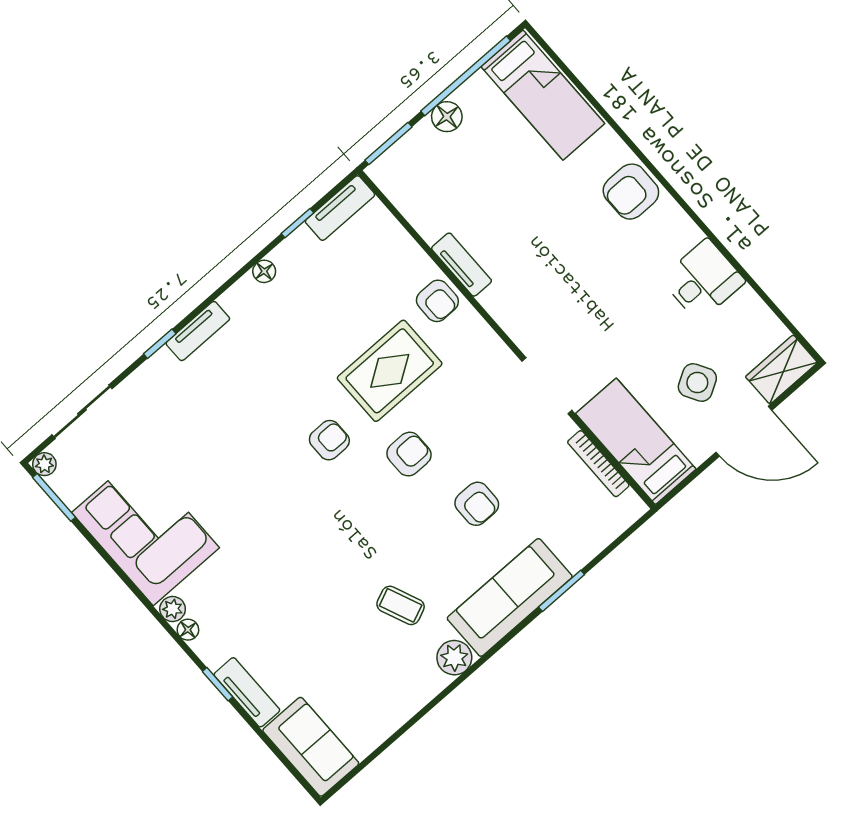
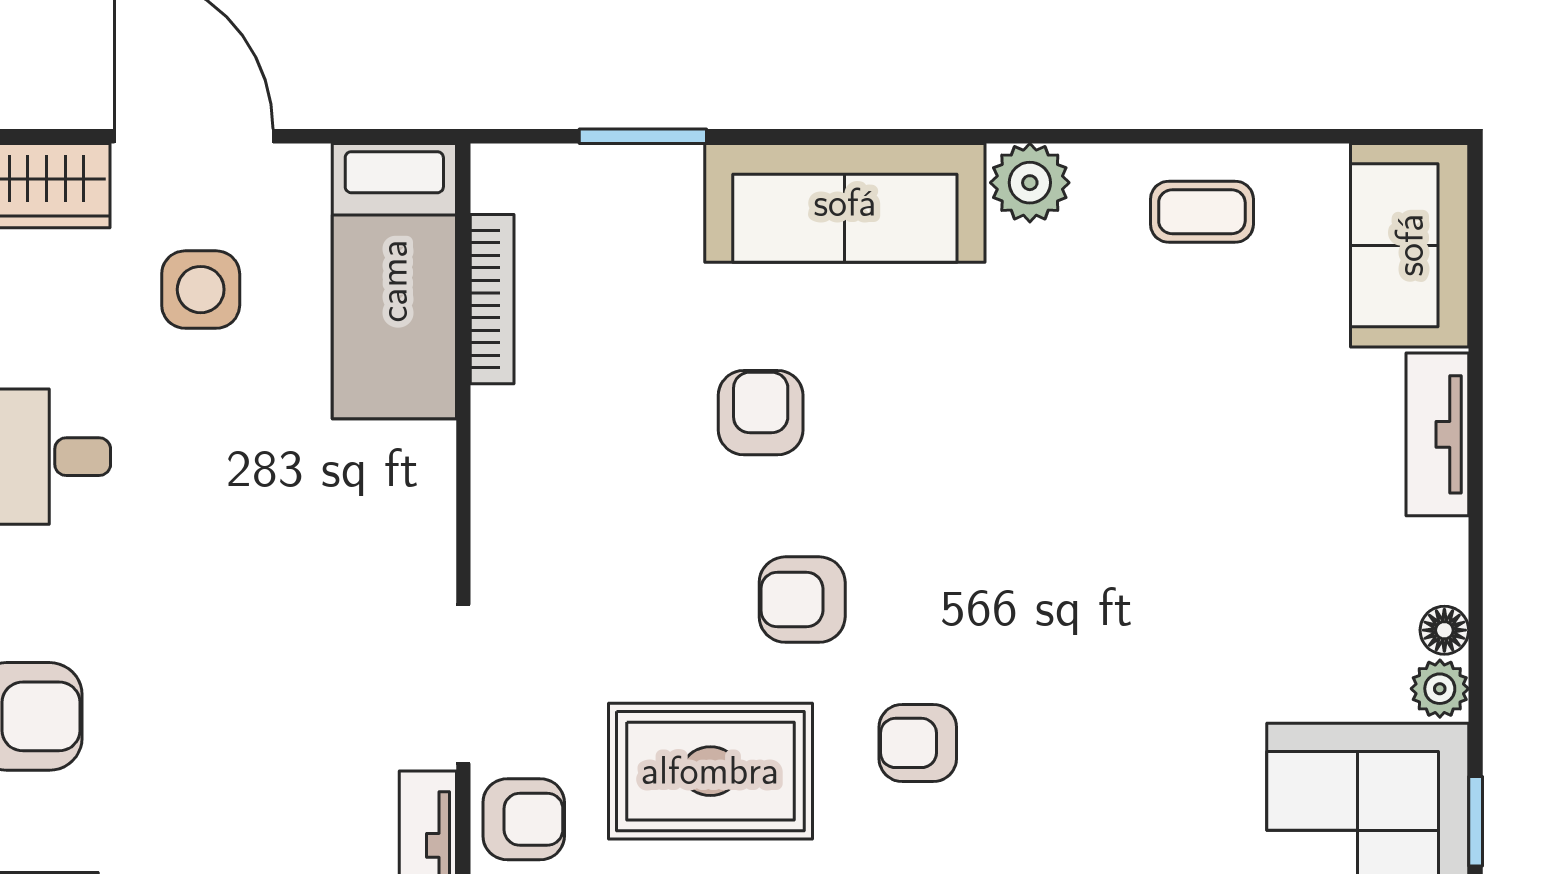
armchair: (437, 301) -> (524, 819), turned 90
side table: (697, 383) -> (201, 290), turned 30
doorway: (547, 386) -> (463, 684), moved
window: (562, 591) -> (643, 136), moved
coffee table: (401, 605) -> (1202, 212), moved, turned -67
window: (218, 684) -> (1476, 821), moved

